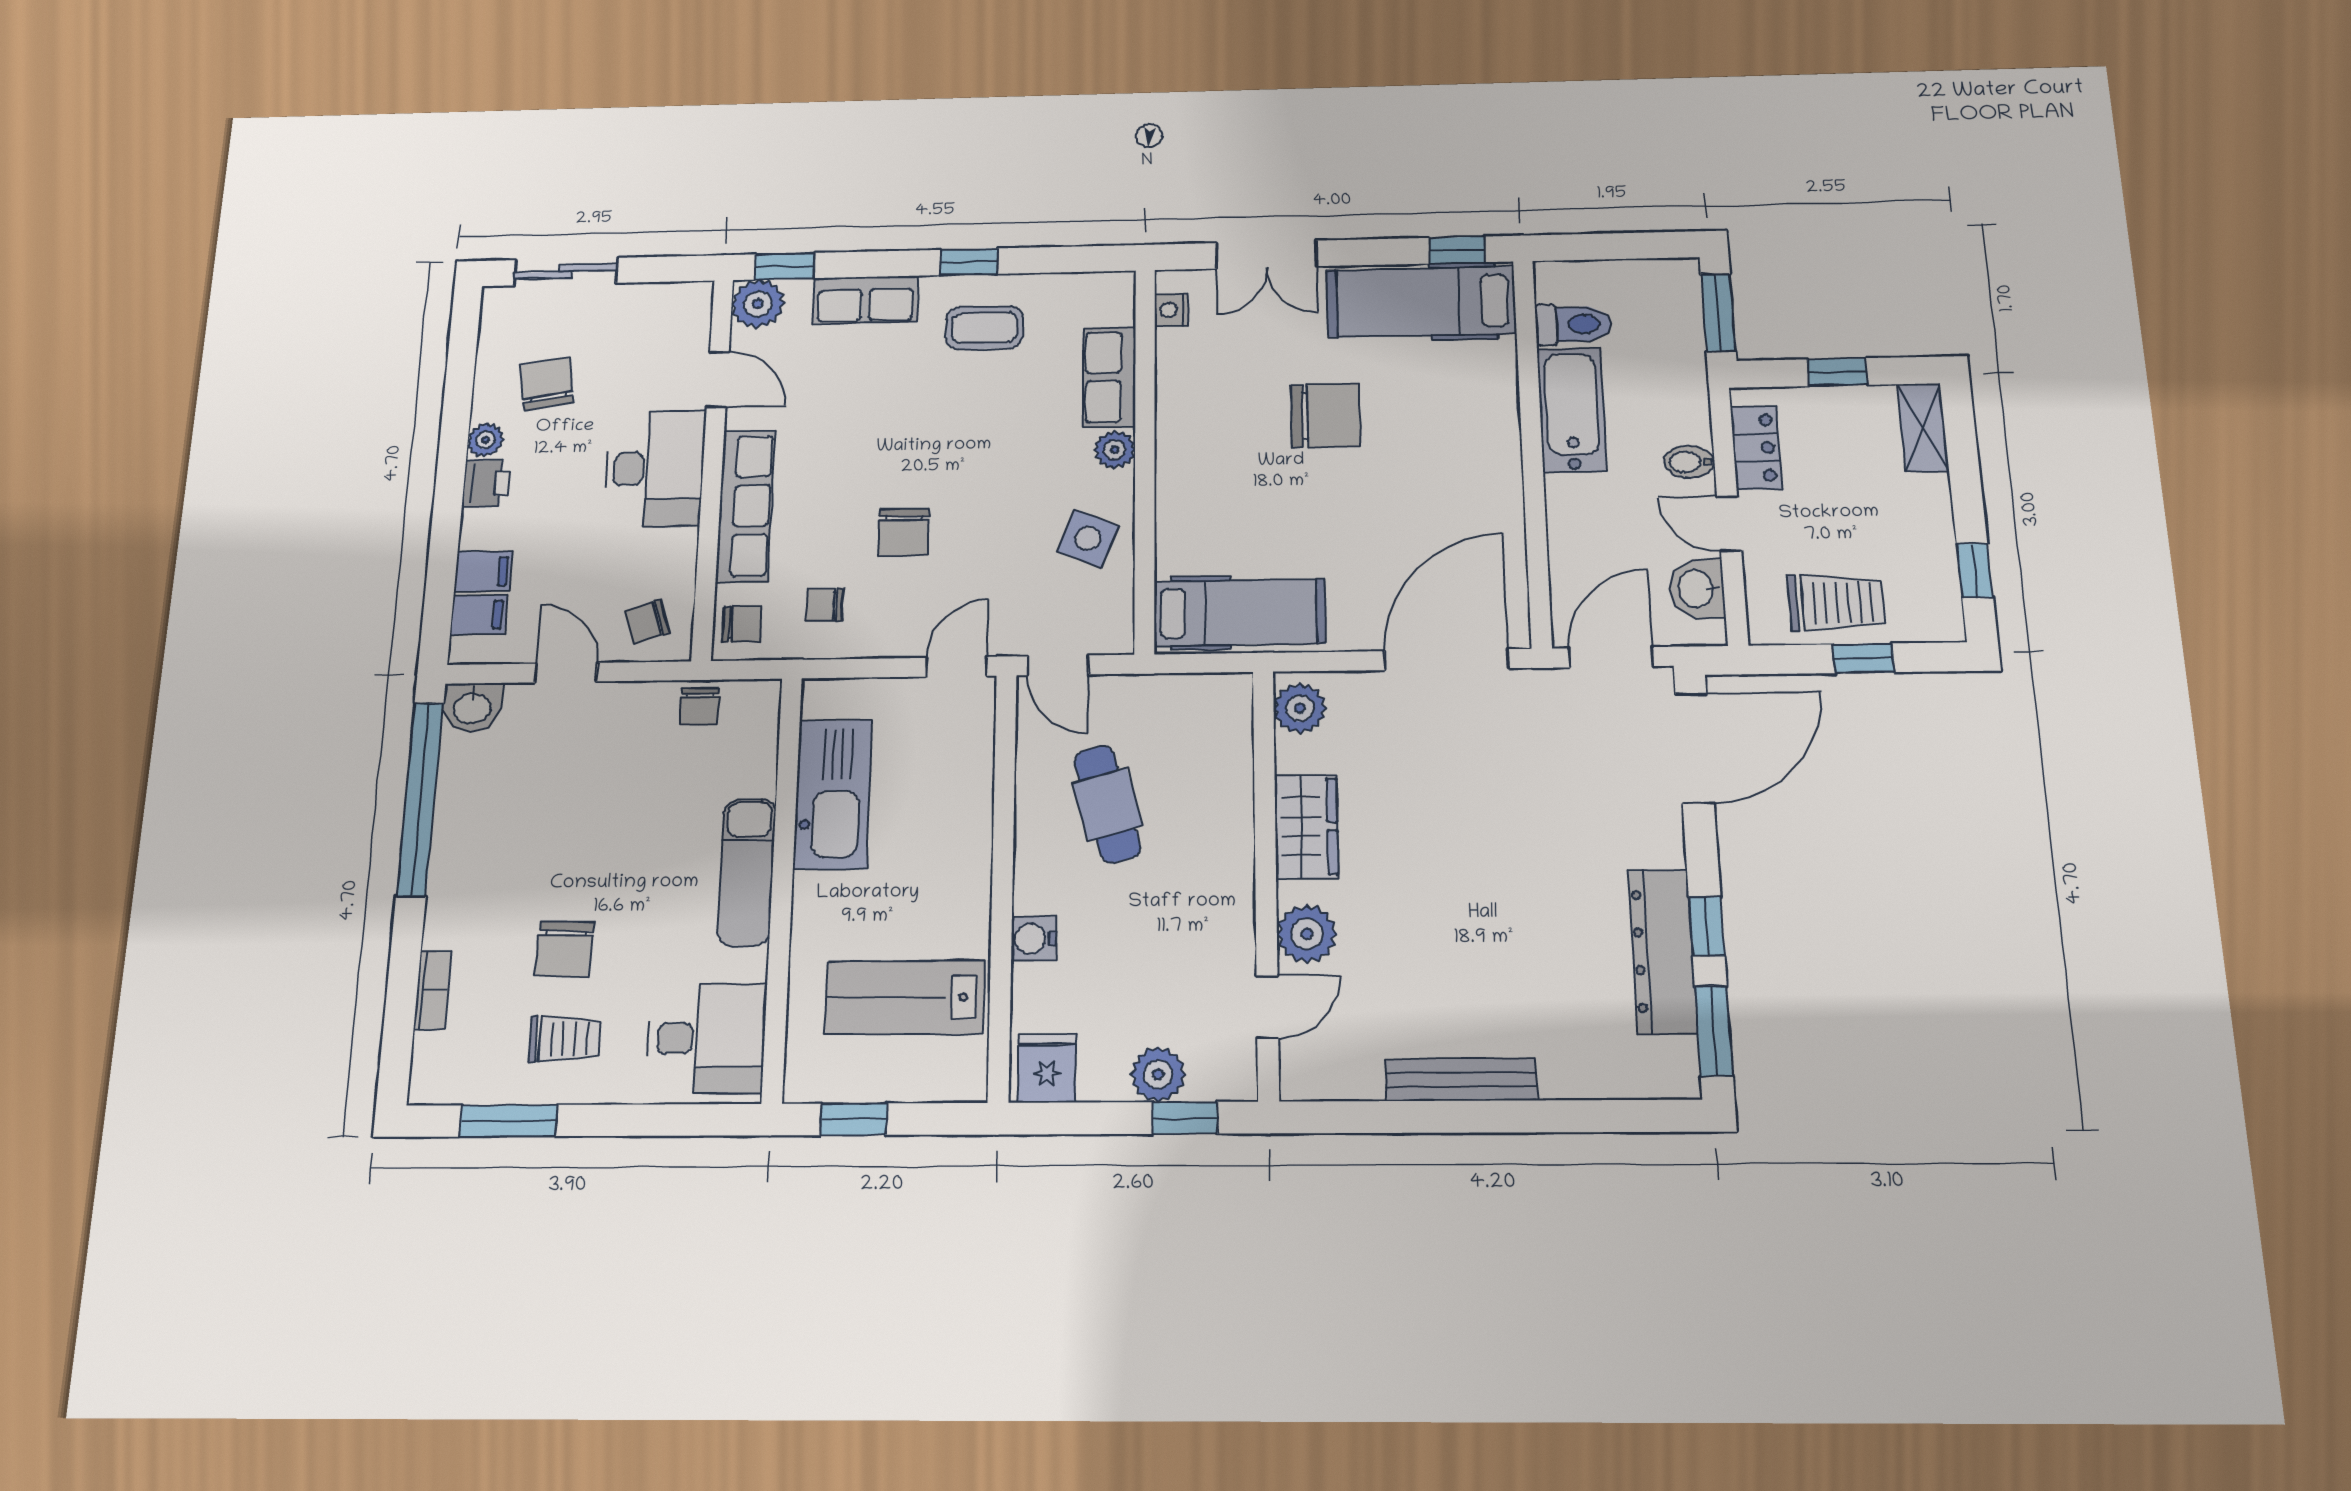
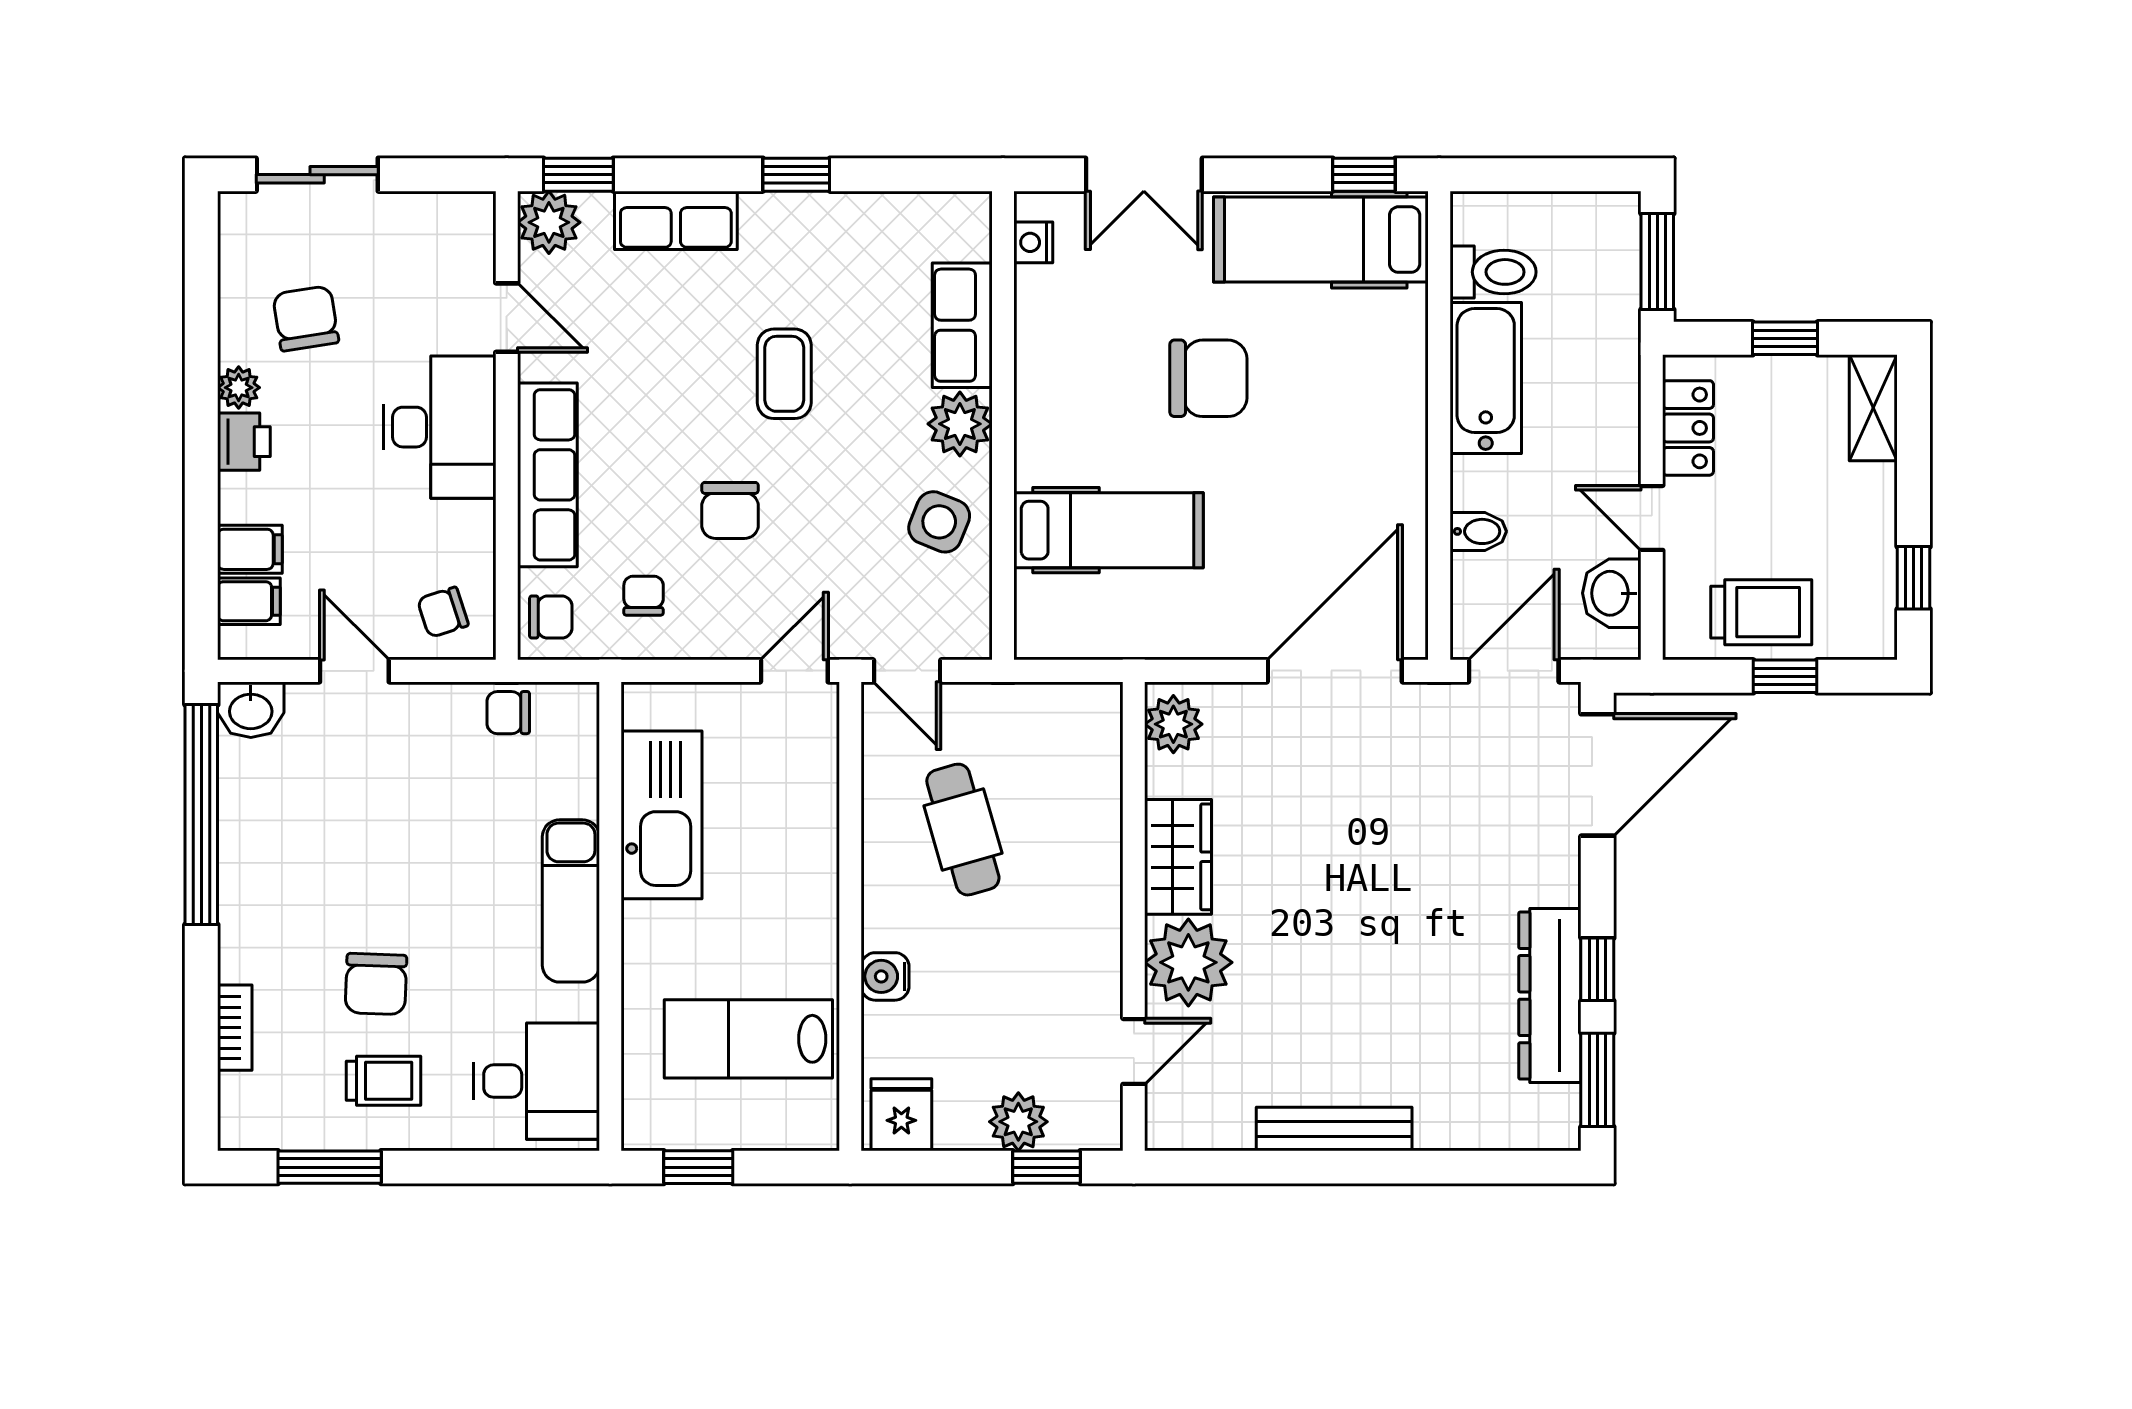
coffee table: (984, 328) -> (784, 374), moved, turned 90
plant: (1115, 450) -> (960, 424), width x1.38, depth x1.38
bidet: (1689, 462) -> (1478, 531), moved, turned 180
chair: (825, 605) -> (644, 596), turned 90
hospital bed: (1239, 612) -> (1109, 530), moved
chair: (700, 706) -> (508, 713), turned 90
plant: (1307, 934) -> (1188, 962), width x1.36, depth x1.36

